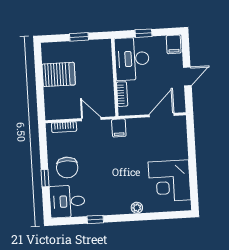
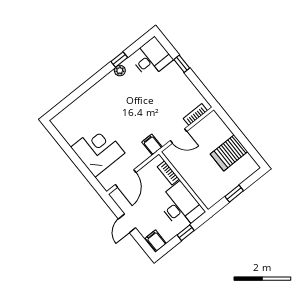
chair: (67, 167) -> (170, 85), removed
corner desk: (169, 181) -> (98, 150), moved
plant: (137, 208) -> (120, 71), moved

